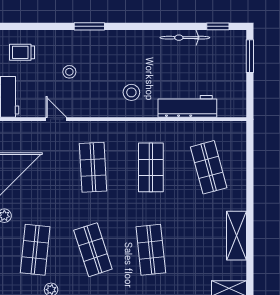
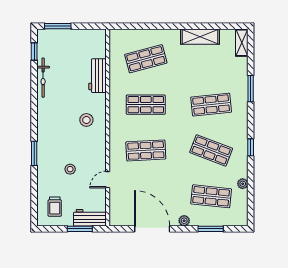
workbench: (187, 106) -> (98, 76), width x0.73
shop shelf: (93, 250) -> (211, 150), turned 39

